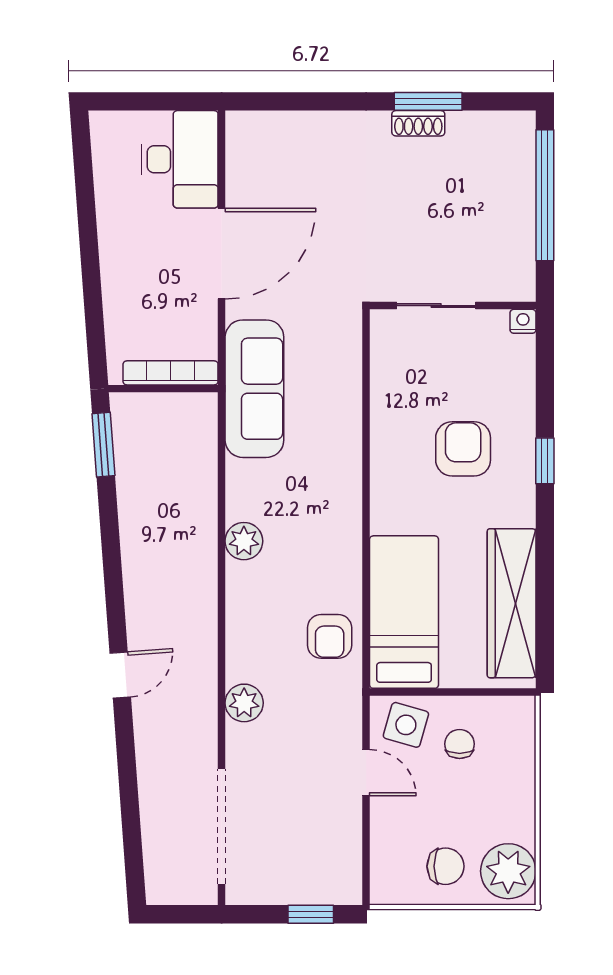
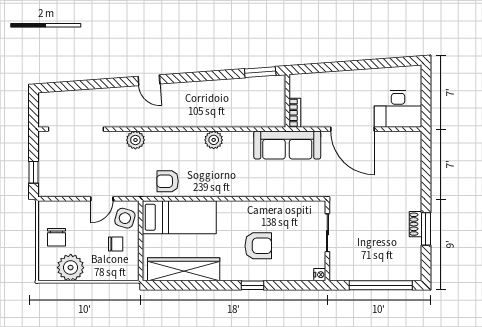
bookcase: (171, 373) -> (295, 113), width x0.64
plant: (508, 871) -> (71, 268), moved

